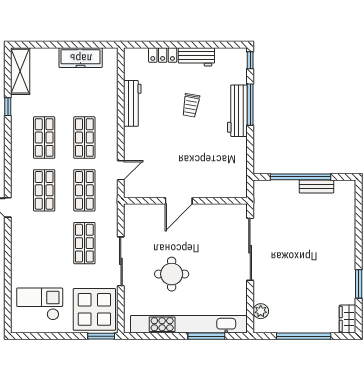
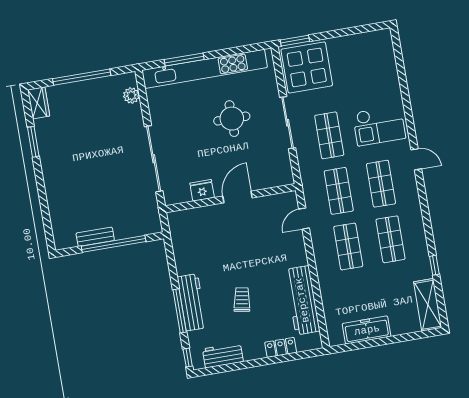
workbench: (196, 57) -> (223, 355), moved
workbench: (132, 103) -> (302, 300), width x1.36, depth x1.32
fridge: (210, 212) -> (202, 190), added
checkout: (40, 304) -> (379, 126), moved

